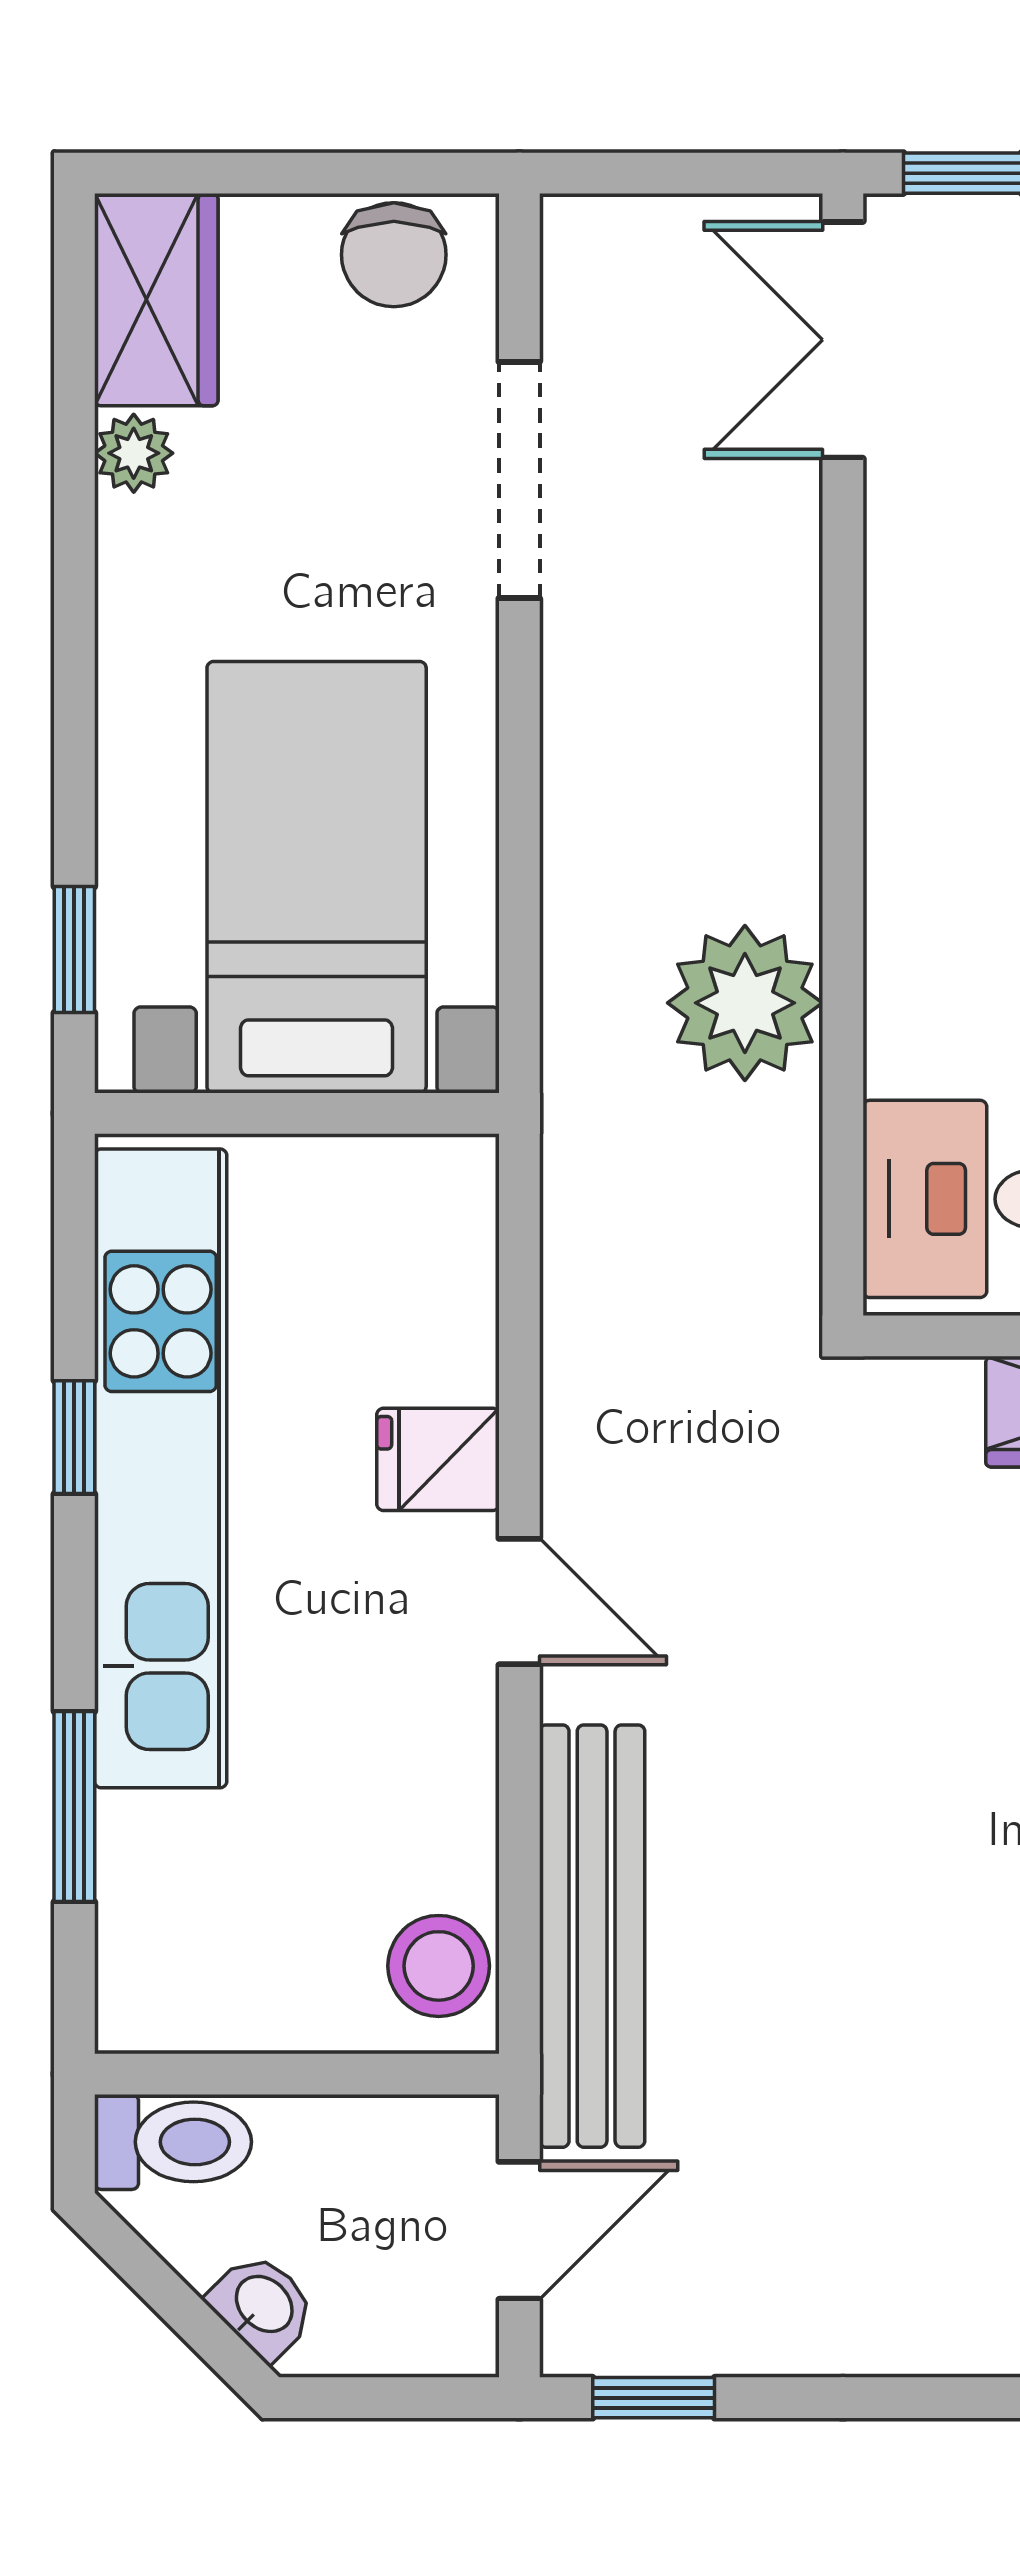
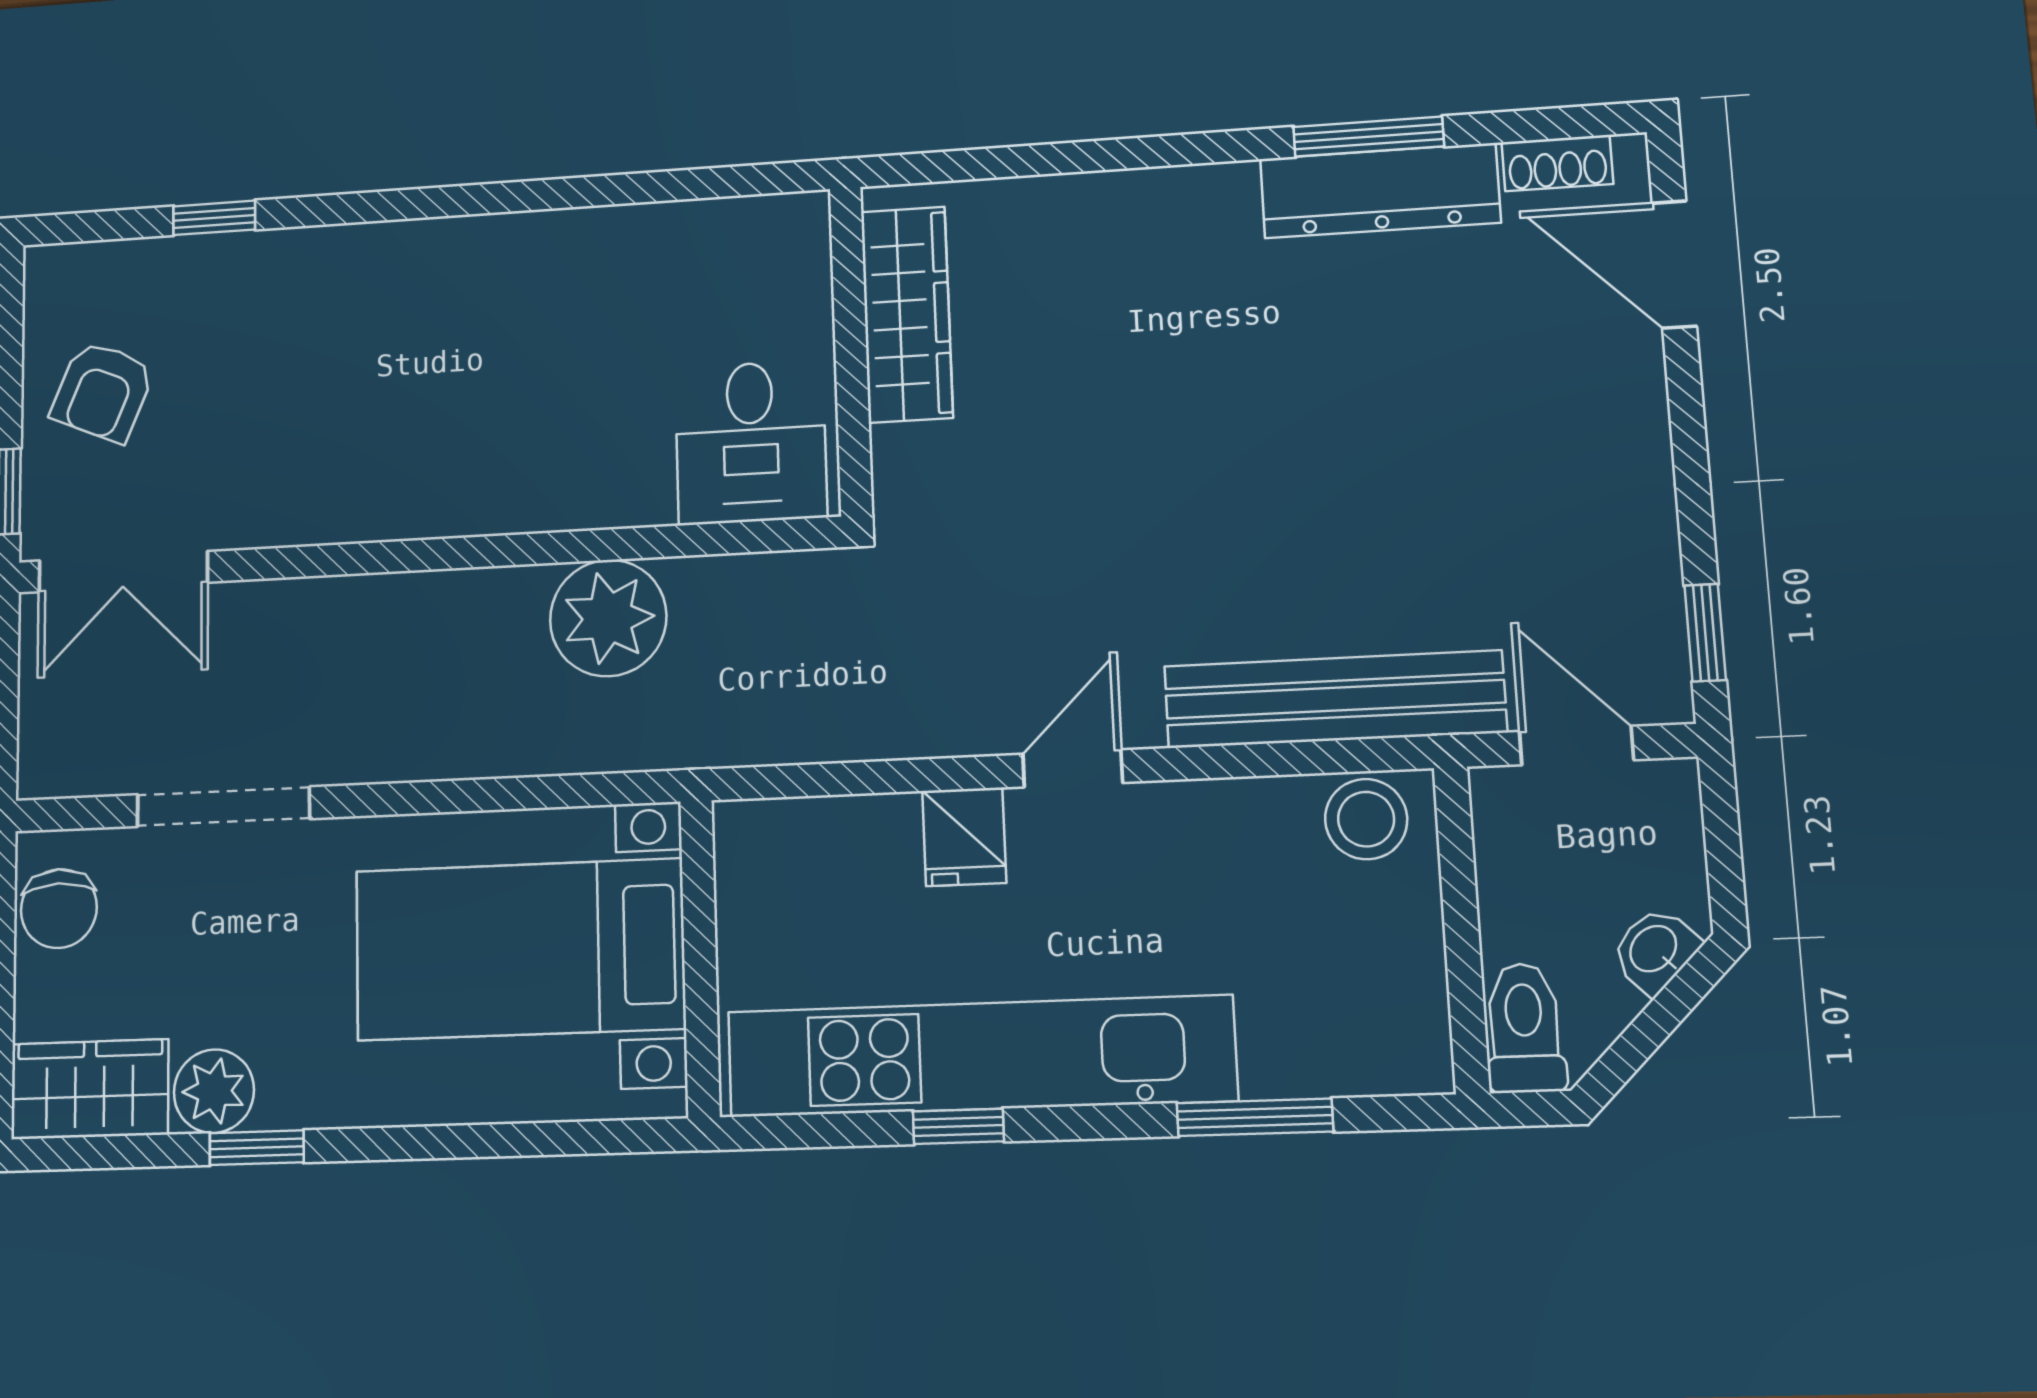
chair: (394, 255) -> (59, 909), turned 89
plant: (134, 453) -> (214, 1091), width x1.38, depth x1.38
window: (74, 950) -> (257, 1148), moved

